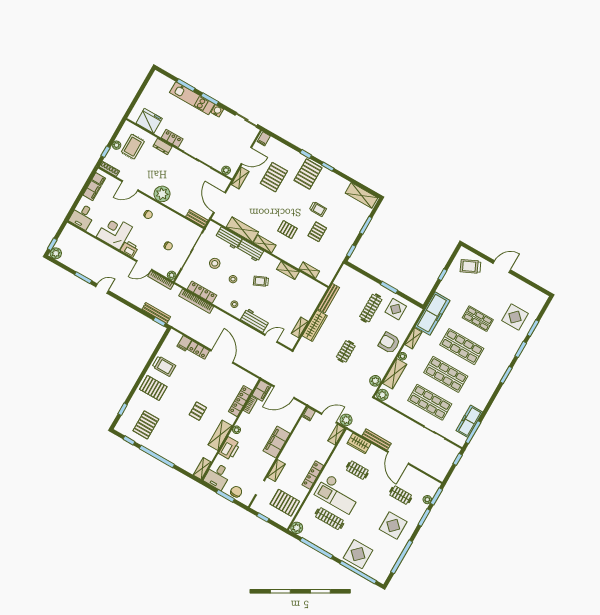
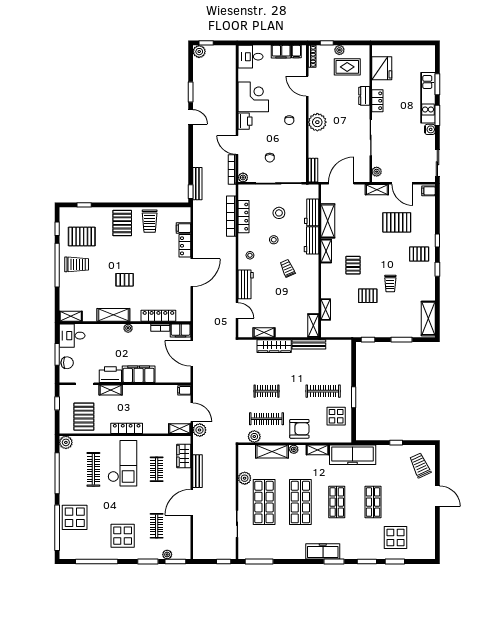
pallet: (308, 174) -> (419, 254), width x0.67, depth x0.71
shelving: (288, 270) -> (313, 326), moved
armchair: (389, 343) -> (299, 429), turned 90
shop shelf: (462, 347) -> (337, 502), width x0.70, depth x0.74
clothes rail: (367, 364) -> (266, 419), added
plant: (382, 395) -> (245, 478), moved
freezer: (469, 421) -> (323, 551), moved
trolley: (165, 441) -> (77, 264), added
printer: (229, 448) -> (110, 375), moved, turned 180
checkout: (338, 494) -> (122, 463), turned 180

